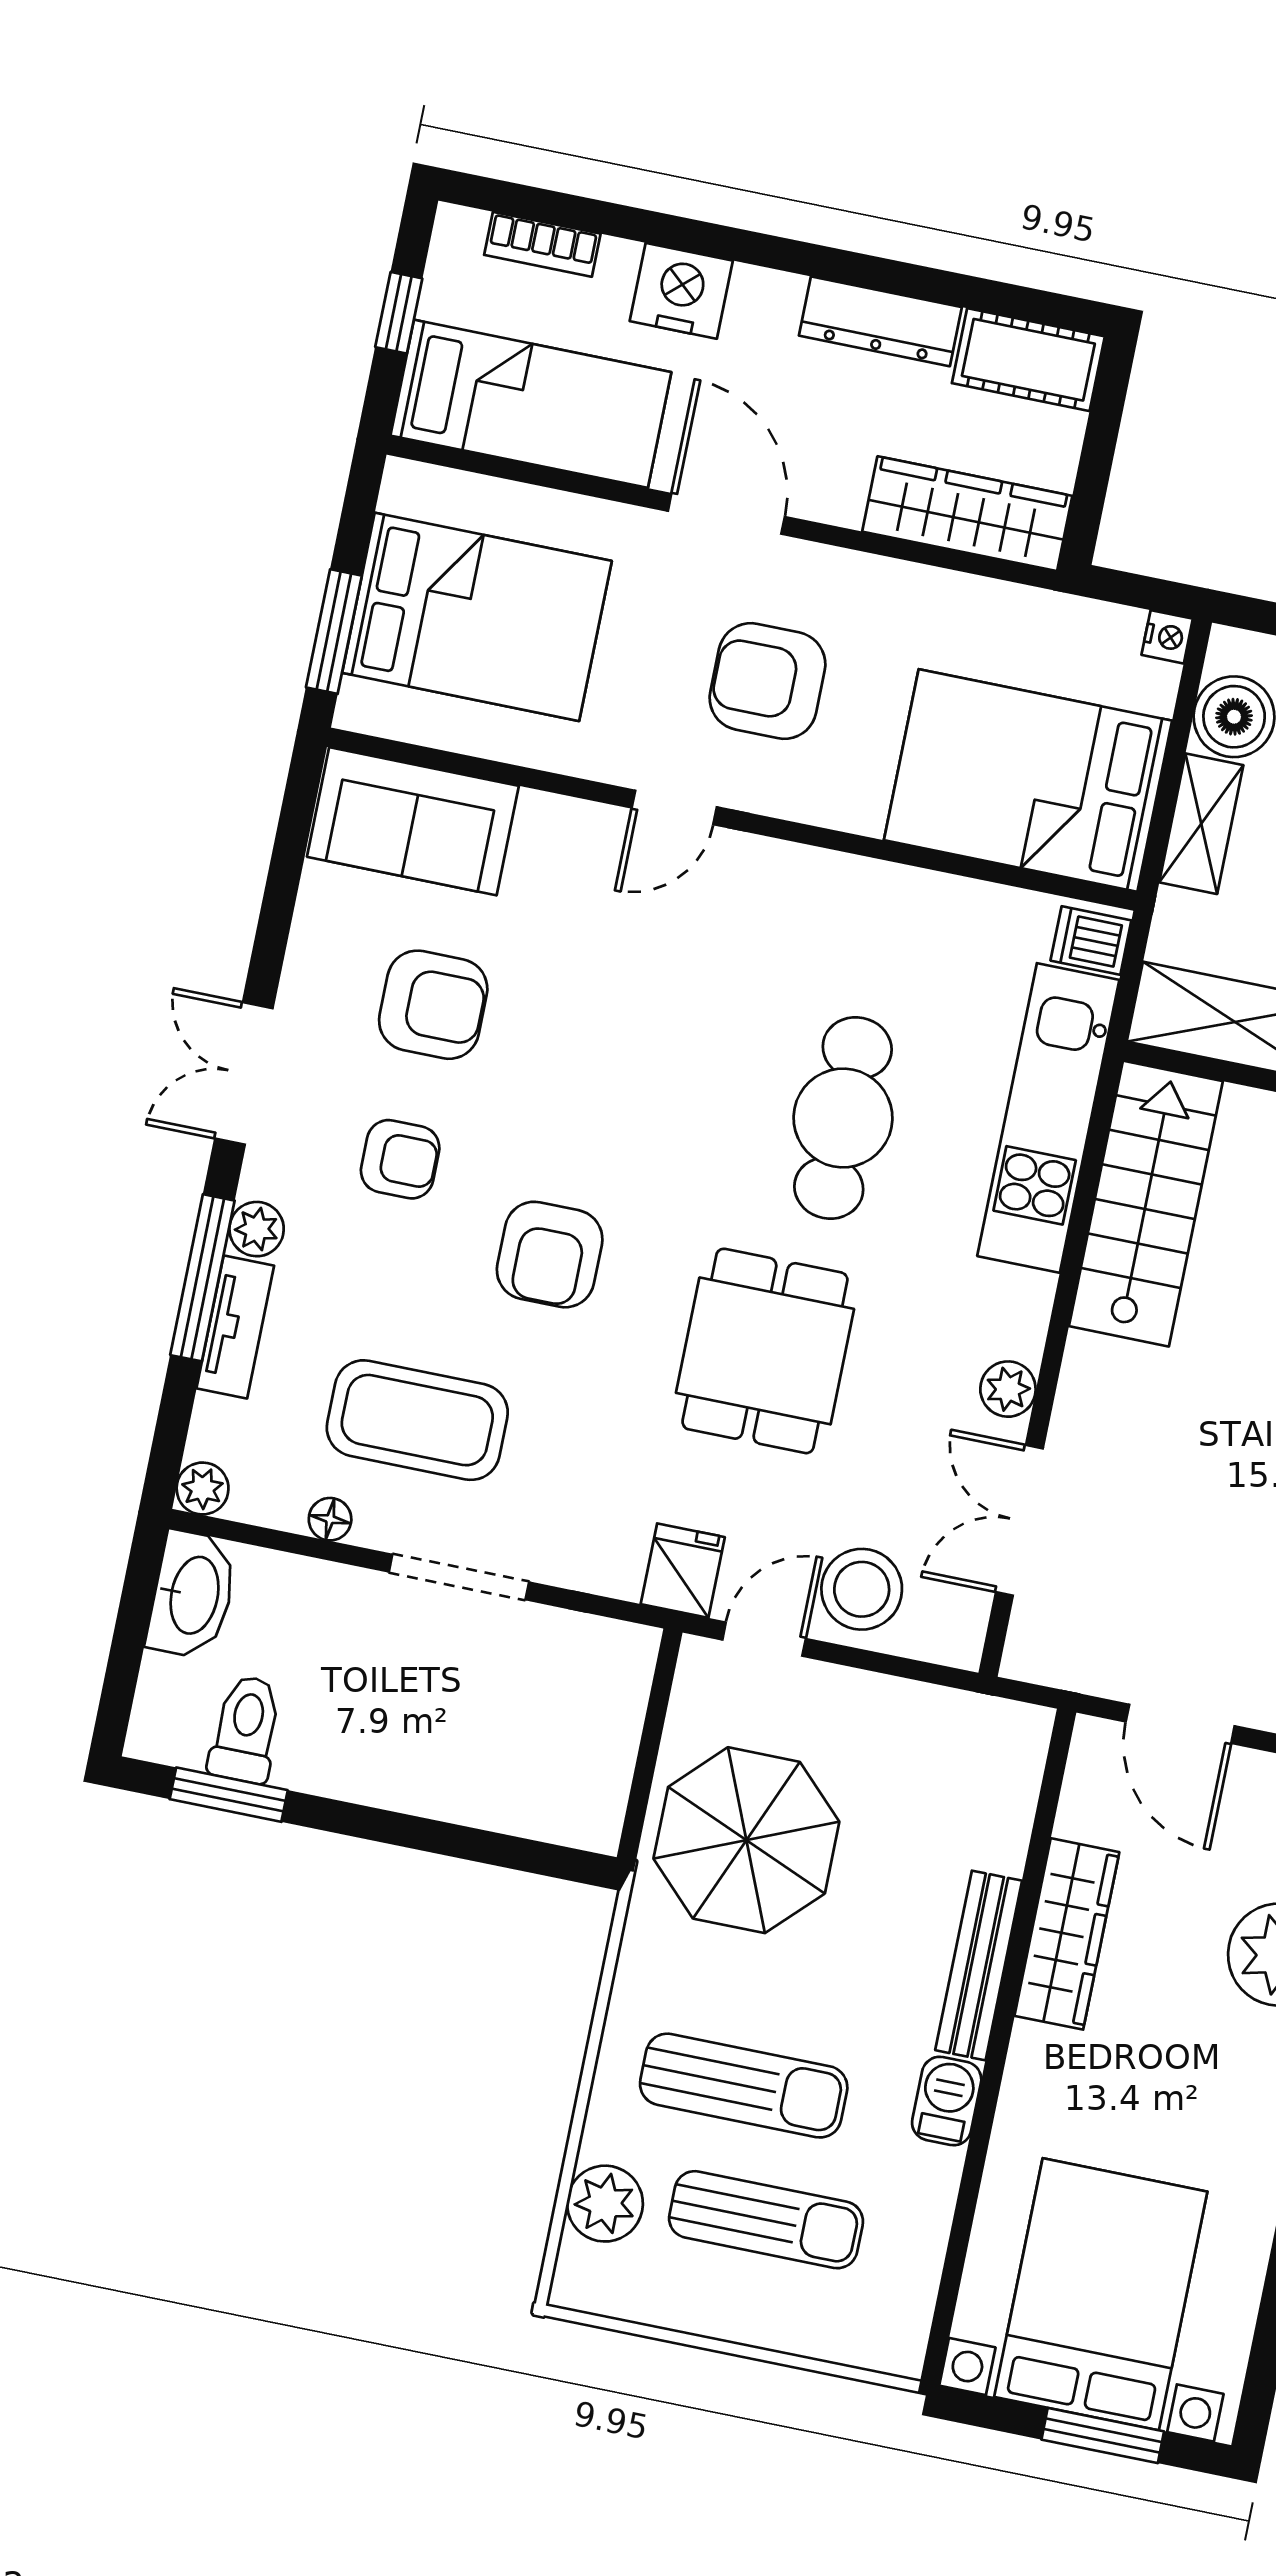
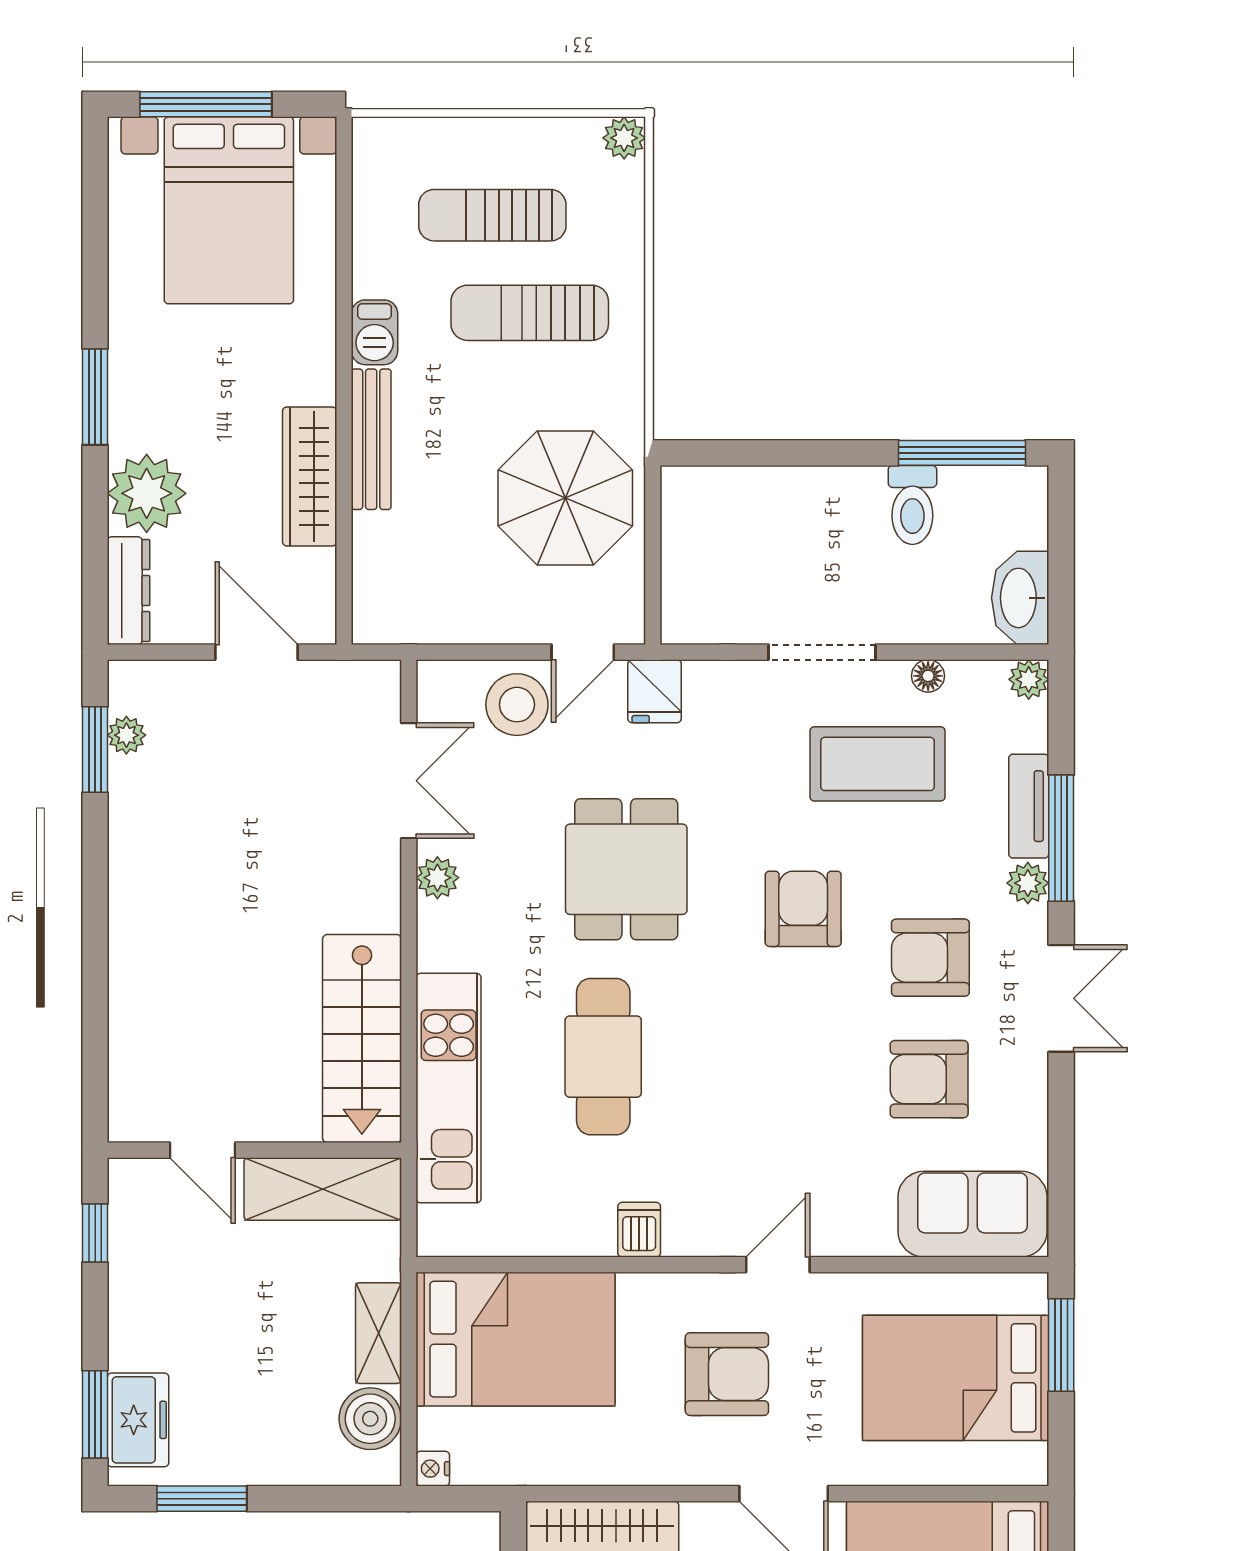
dishwasher: (1091, 940) -> (639, 1230), moved, turned -90
armchair: (400, 1159) -> (930, 958), width x1.38, depth x1.38
toilet: (246, 1729) -> (912, 505), moved
window: (229, 1795) -> (962, 453), width x1.44
plant: (605, 2204) -> (624, 138), moved, width x0.73, depth x0.73
window: (1103, 2435) -> (206, 104), width x1.44

